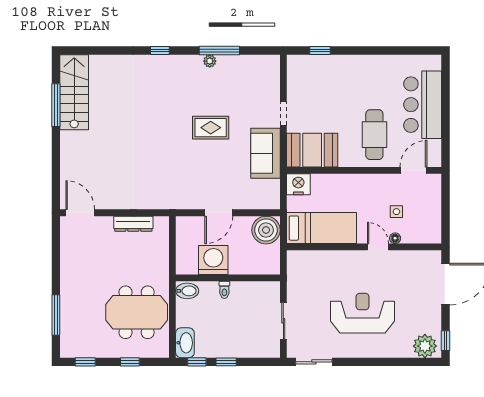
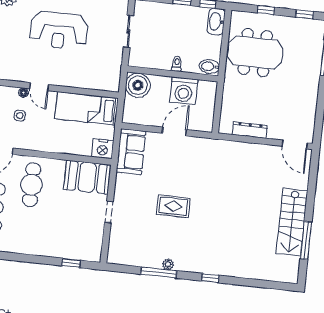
stairs: (74, 92) -> (292, 222), moved
sofa: (265, 153) -> (131, 152), moved
boiler: (266, 230) -> (138, 85), moved

